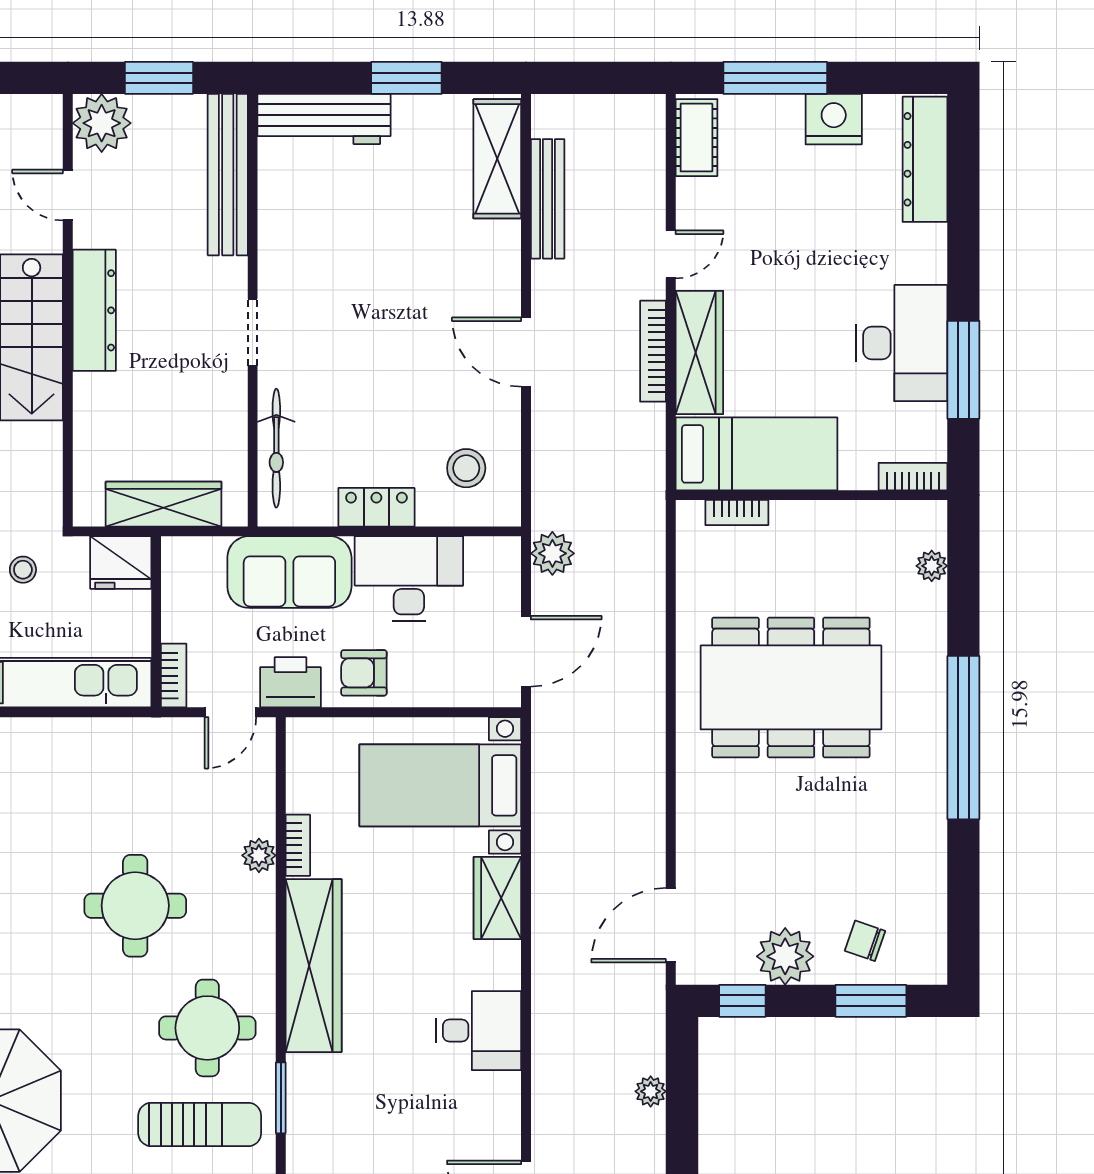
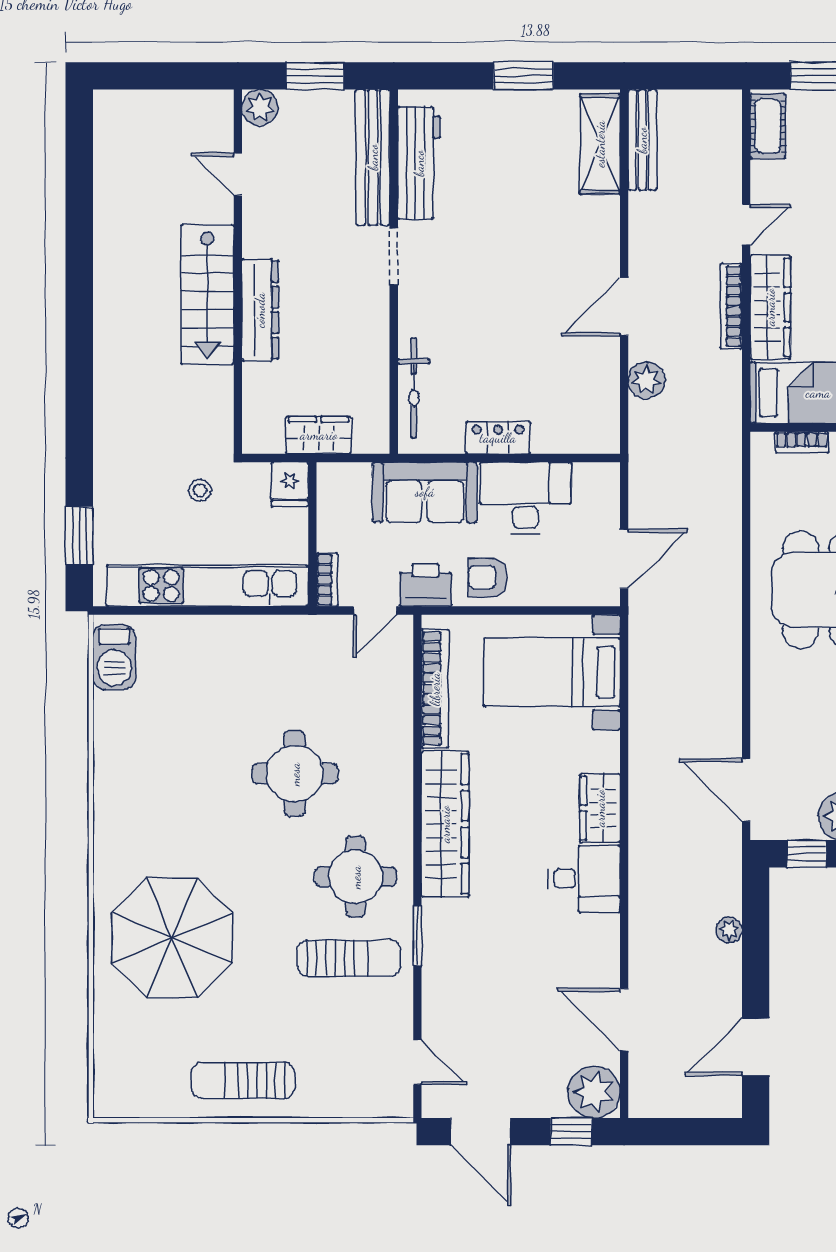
workbench: (324, 119) -> (419, 163), moved, turned -90
plant: (102, 123) -> (260, 107), width x0.73, depth x0.73
bench: (548, 199) -> (642, 140), moved
dresser: (94, 310) -> (260, 310), moved
doorway: (253, 332) -> (394, 256), moved
door: (526, 352) -> (624, 307), hinge flipped
stool: (466, 468) -> (574, 405), removed
wardrobe: (164, 504) -> (319, 435), width x0.67
plant: (552, 553) -> (646, 380), moved
fridge: (121, 563) -> (290, 484), width x0.72
bookcase: (298, 845) -> (435, 689), width x2.31, depth x1.31
plant: (259, 855) -> (399, 731), removed
wardrobe: (497, 898) -> (600, 808), moved
door: (671, 925) -> (746, 790), hinge flipped

